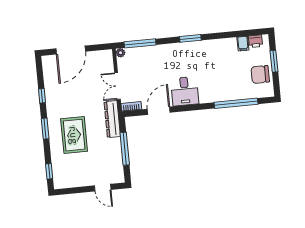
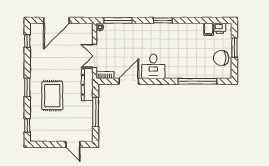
window: (42, 96) -> (27, 41), moved

